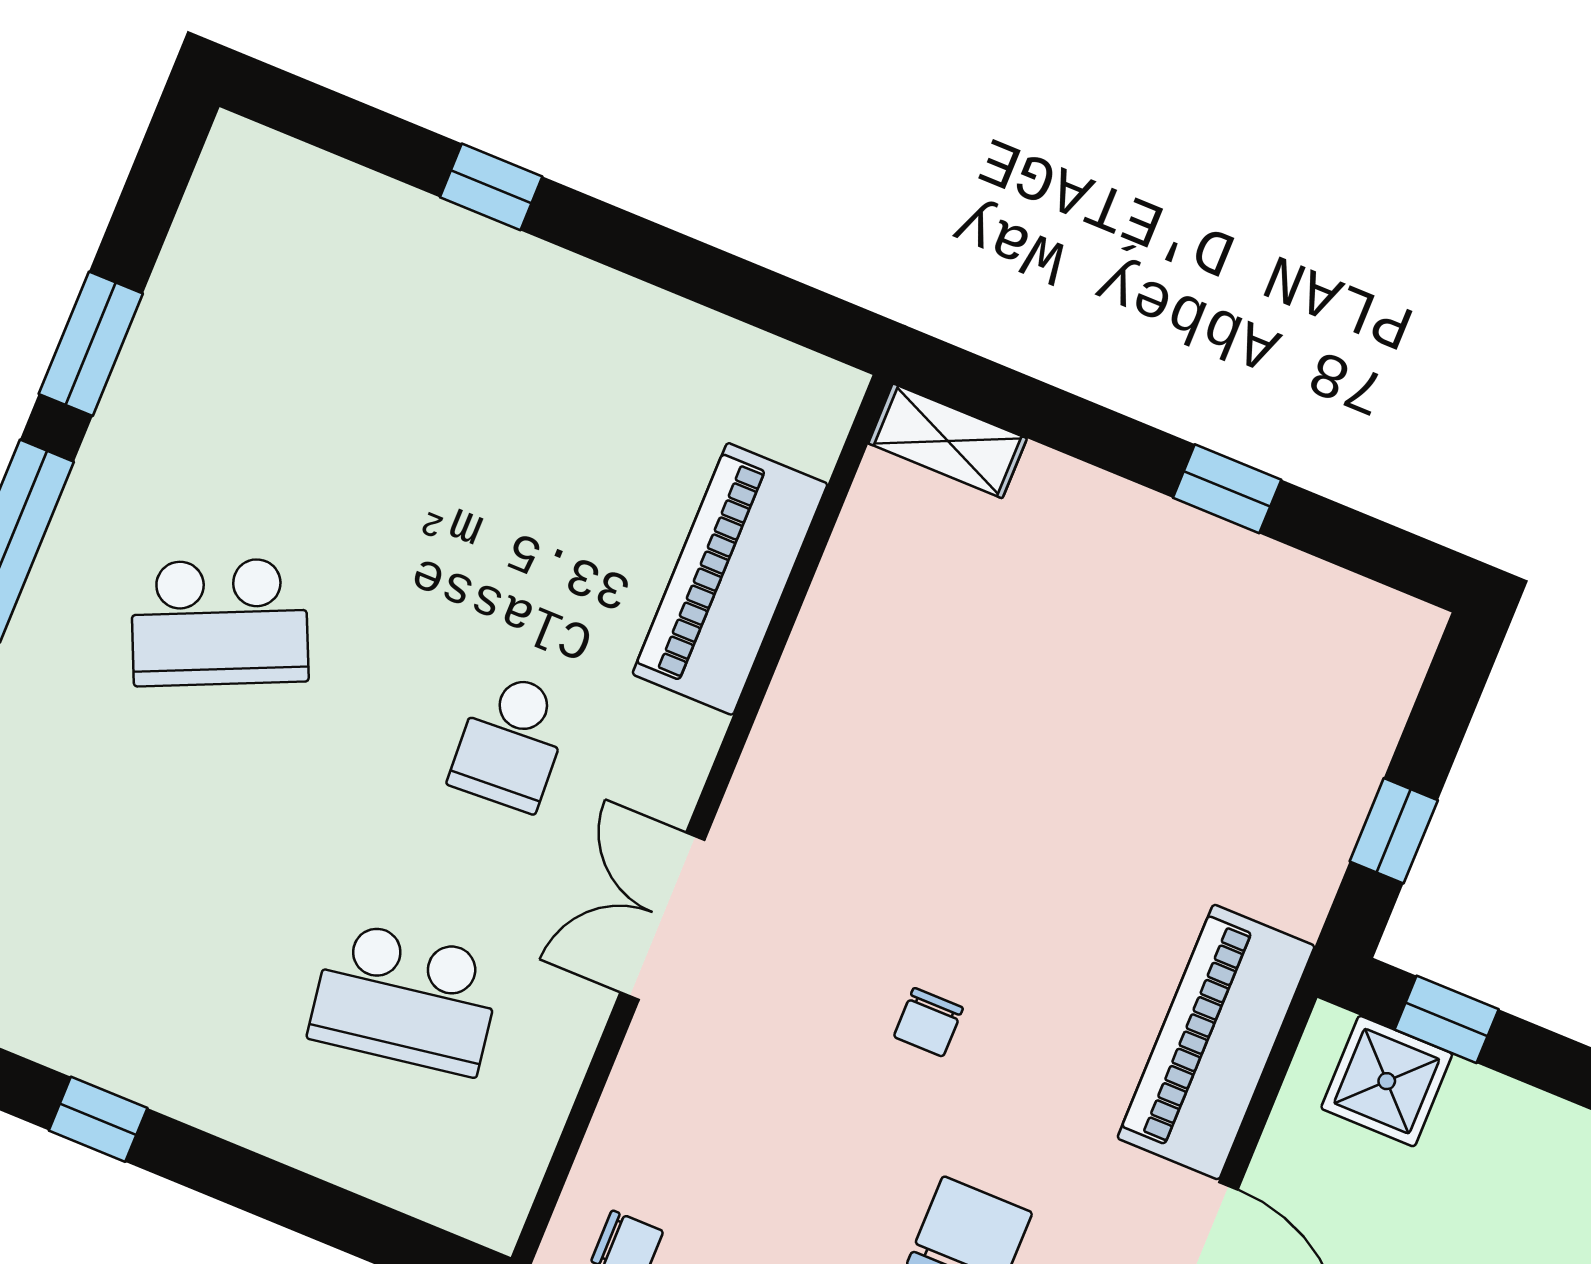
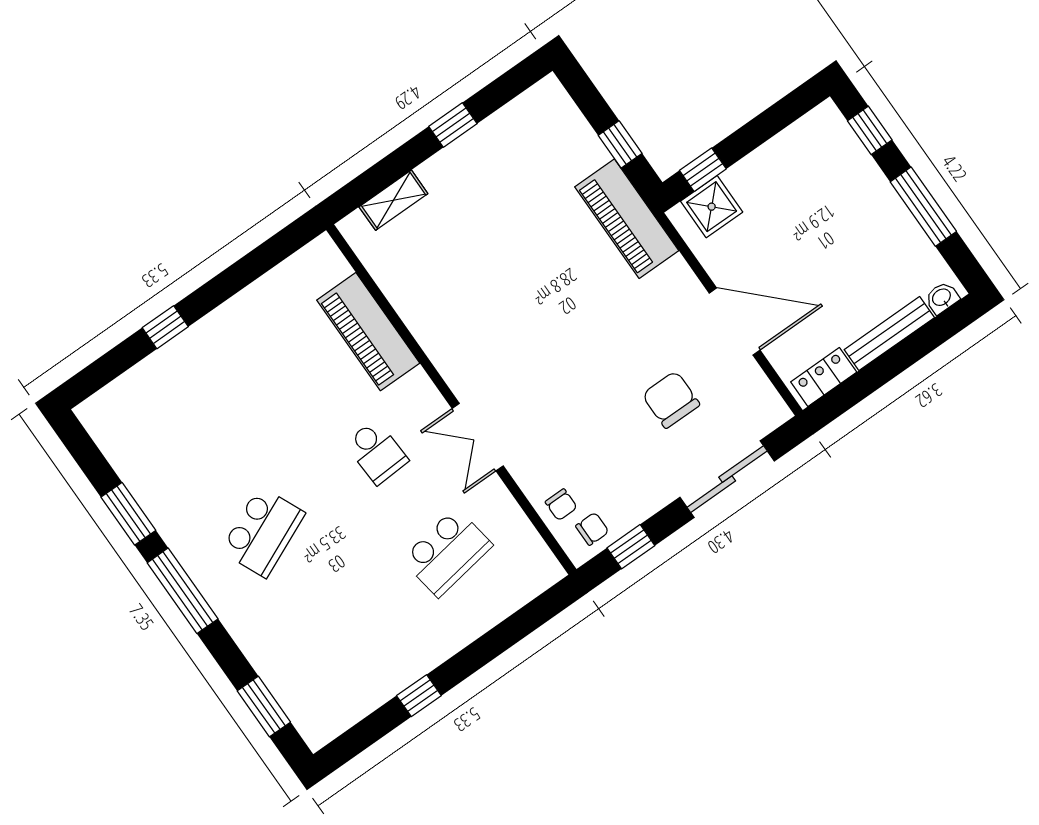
shelving: (948, 441) -> (393, 200), moved
chair: (928, 1022) -> (561, 505), moved
piano: (1216, 1042) -> (627, 219), moved

